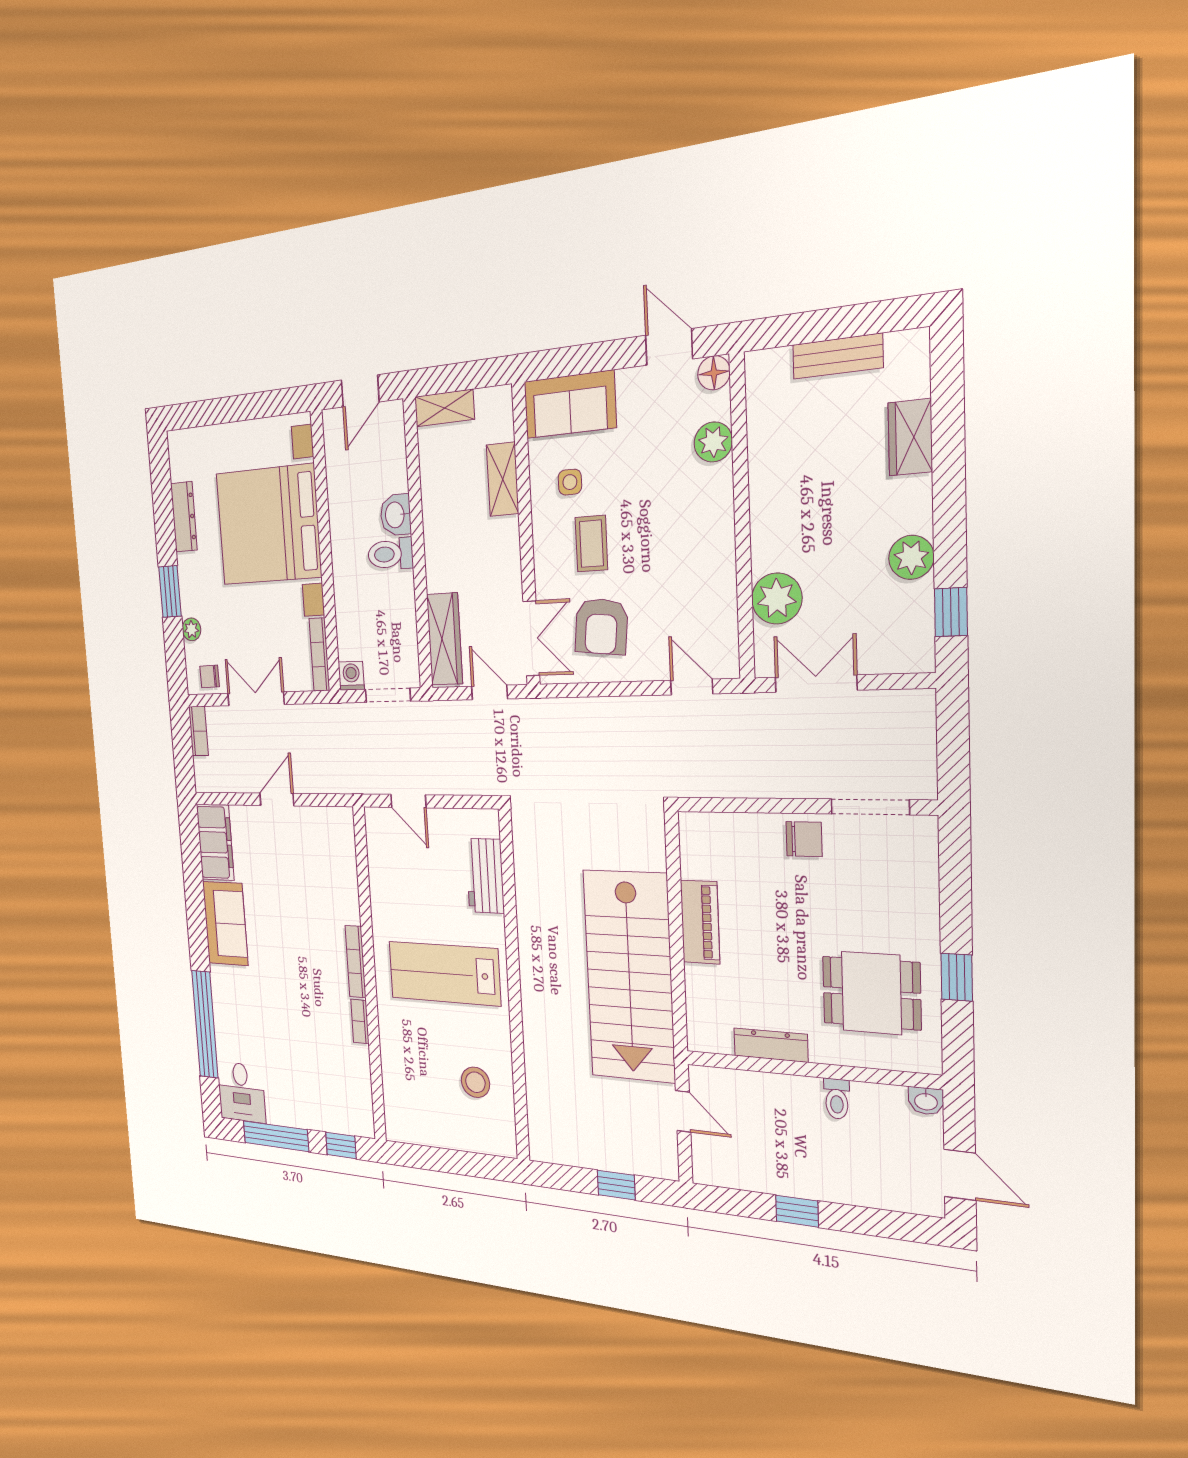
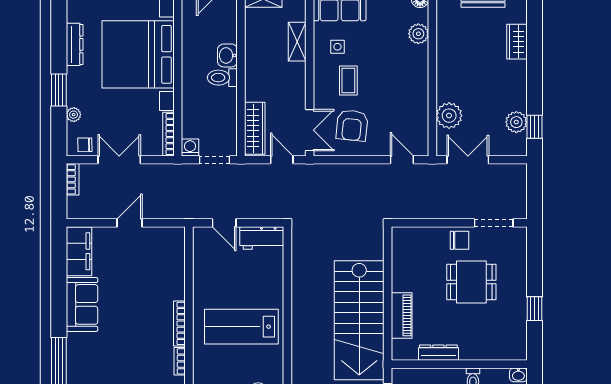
plant: (911, 557) -> (516, 122), moved
workbench: (485, 876) -> (262, 238), moved, turned -90
piano: (700, 922) -> (402, 315), moved
dining table: (871, 993) -> (471, 282), moved

